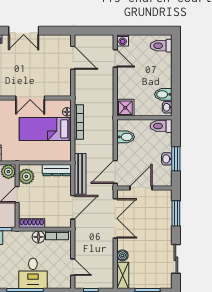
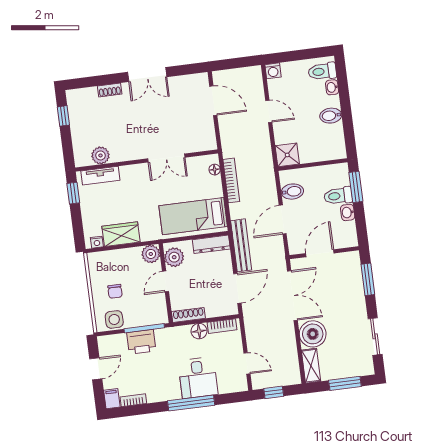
door: (115, 58) -> (269, 111), moved
bidet: (163, 94) -> (331, 116), moved
washbasin: (167, 107) -> (332, 87), moved
toilet: (161, 126) -> (338, 196), moved
bed: (45, 129) -> (193, 216), moved
window: (176, 159) -> (356, 187), moved
door: (115, 172) -> (283, 219), moved
boiler: (122, 255) -> (313, 334), width x1.86, depth x1.86

